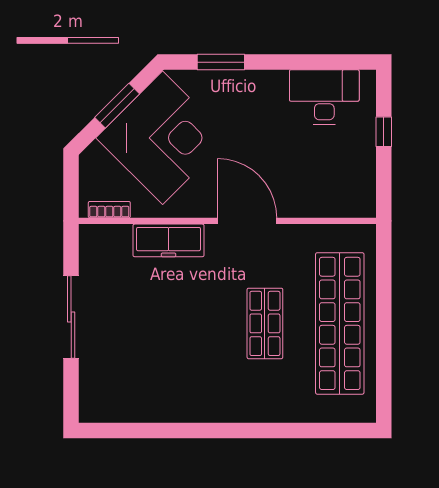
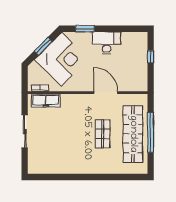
desk: (324, 97) -> (106, 43), moved
door: (247, 221) -> (106, 93), moved
freezer: (169, 240) -> (46, 100), moved
window: (384, 320) -> (151, 133), added

